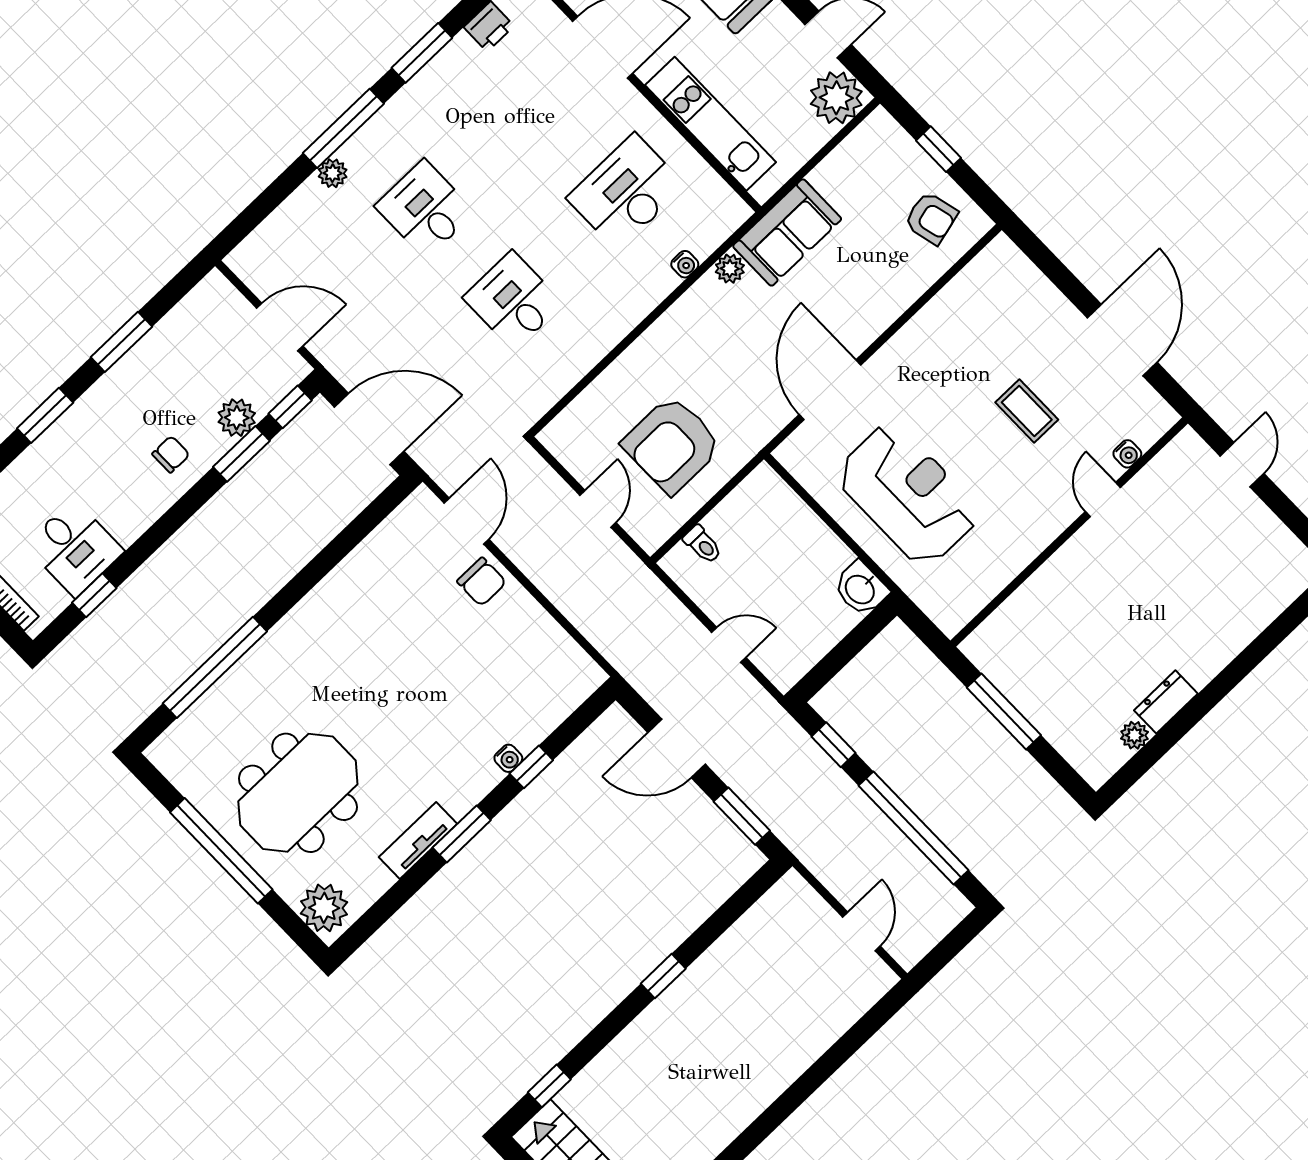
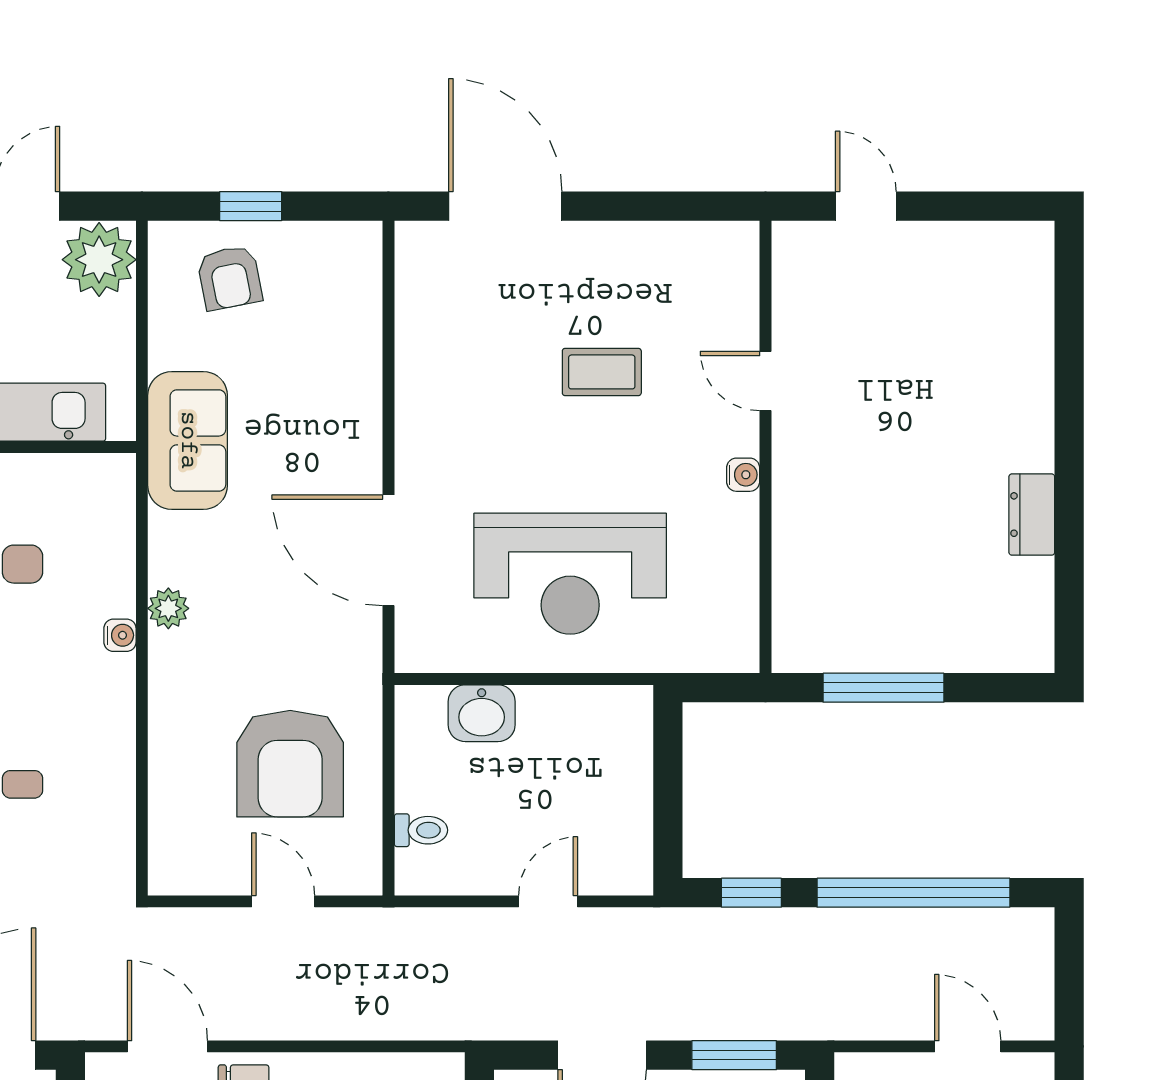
armchair: (931, 218) -> (230, 278), moved, turned 93
water cooler: (685, 264) -> (120, 635), moved
plant: (730, 269) -> (168, 608), moved
door: (1122, 340) -> (505, 206), moved
water cooler: (1127, 454) -> (743, 475), moved
reception desk: (908, 494) -> (570, 574), turned 180
washbasin: (861, 589) -> (482, 713), moved
plant: (1134, 735) -> (1035, 579), removed

